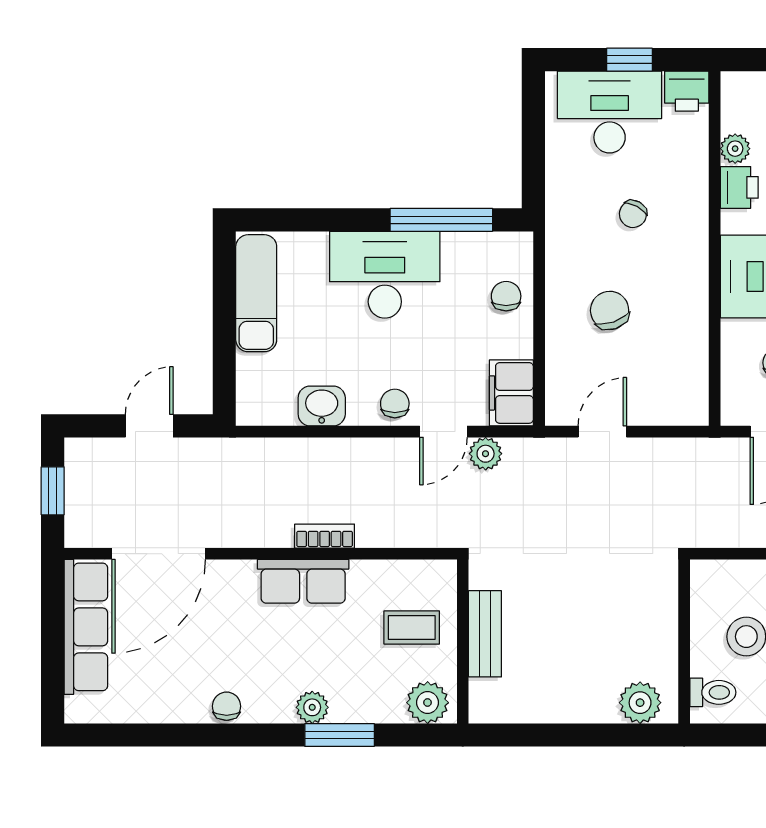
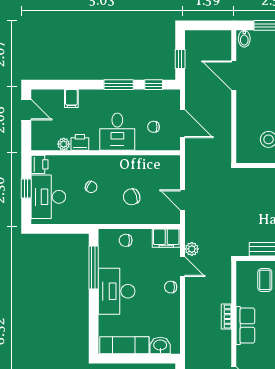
washbasin: (322, 406) -> (160, 345), moved, turned 90

